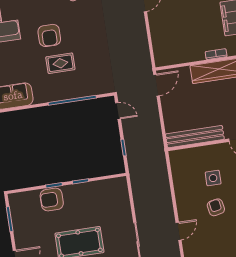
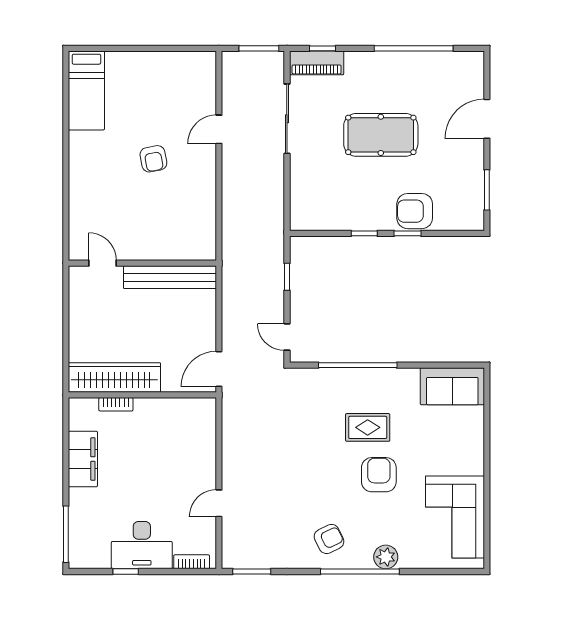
side table: (213, 178) -> (151, 206), removed
armchair: (52, 199) -> (415, 211), turned 180

